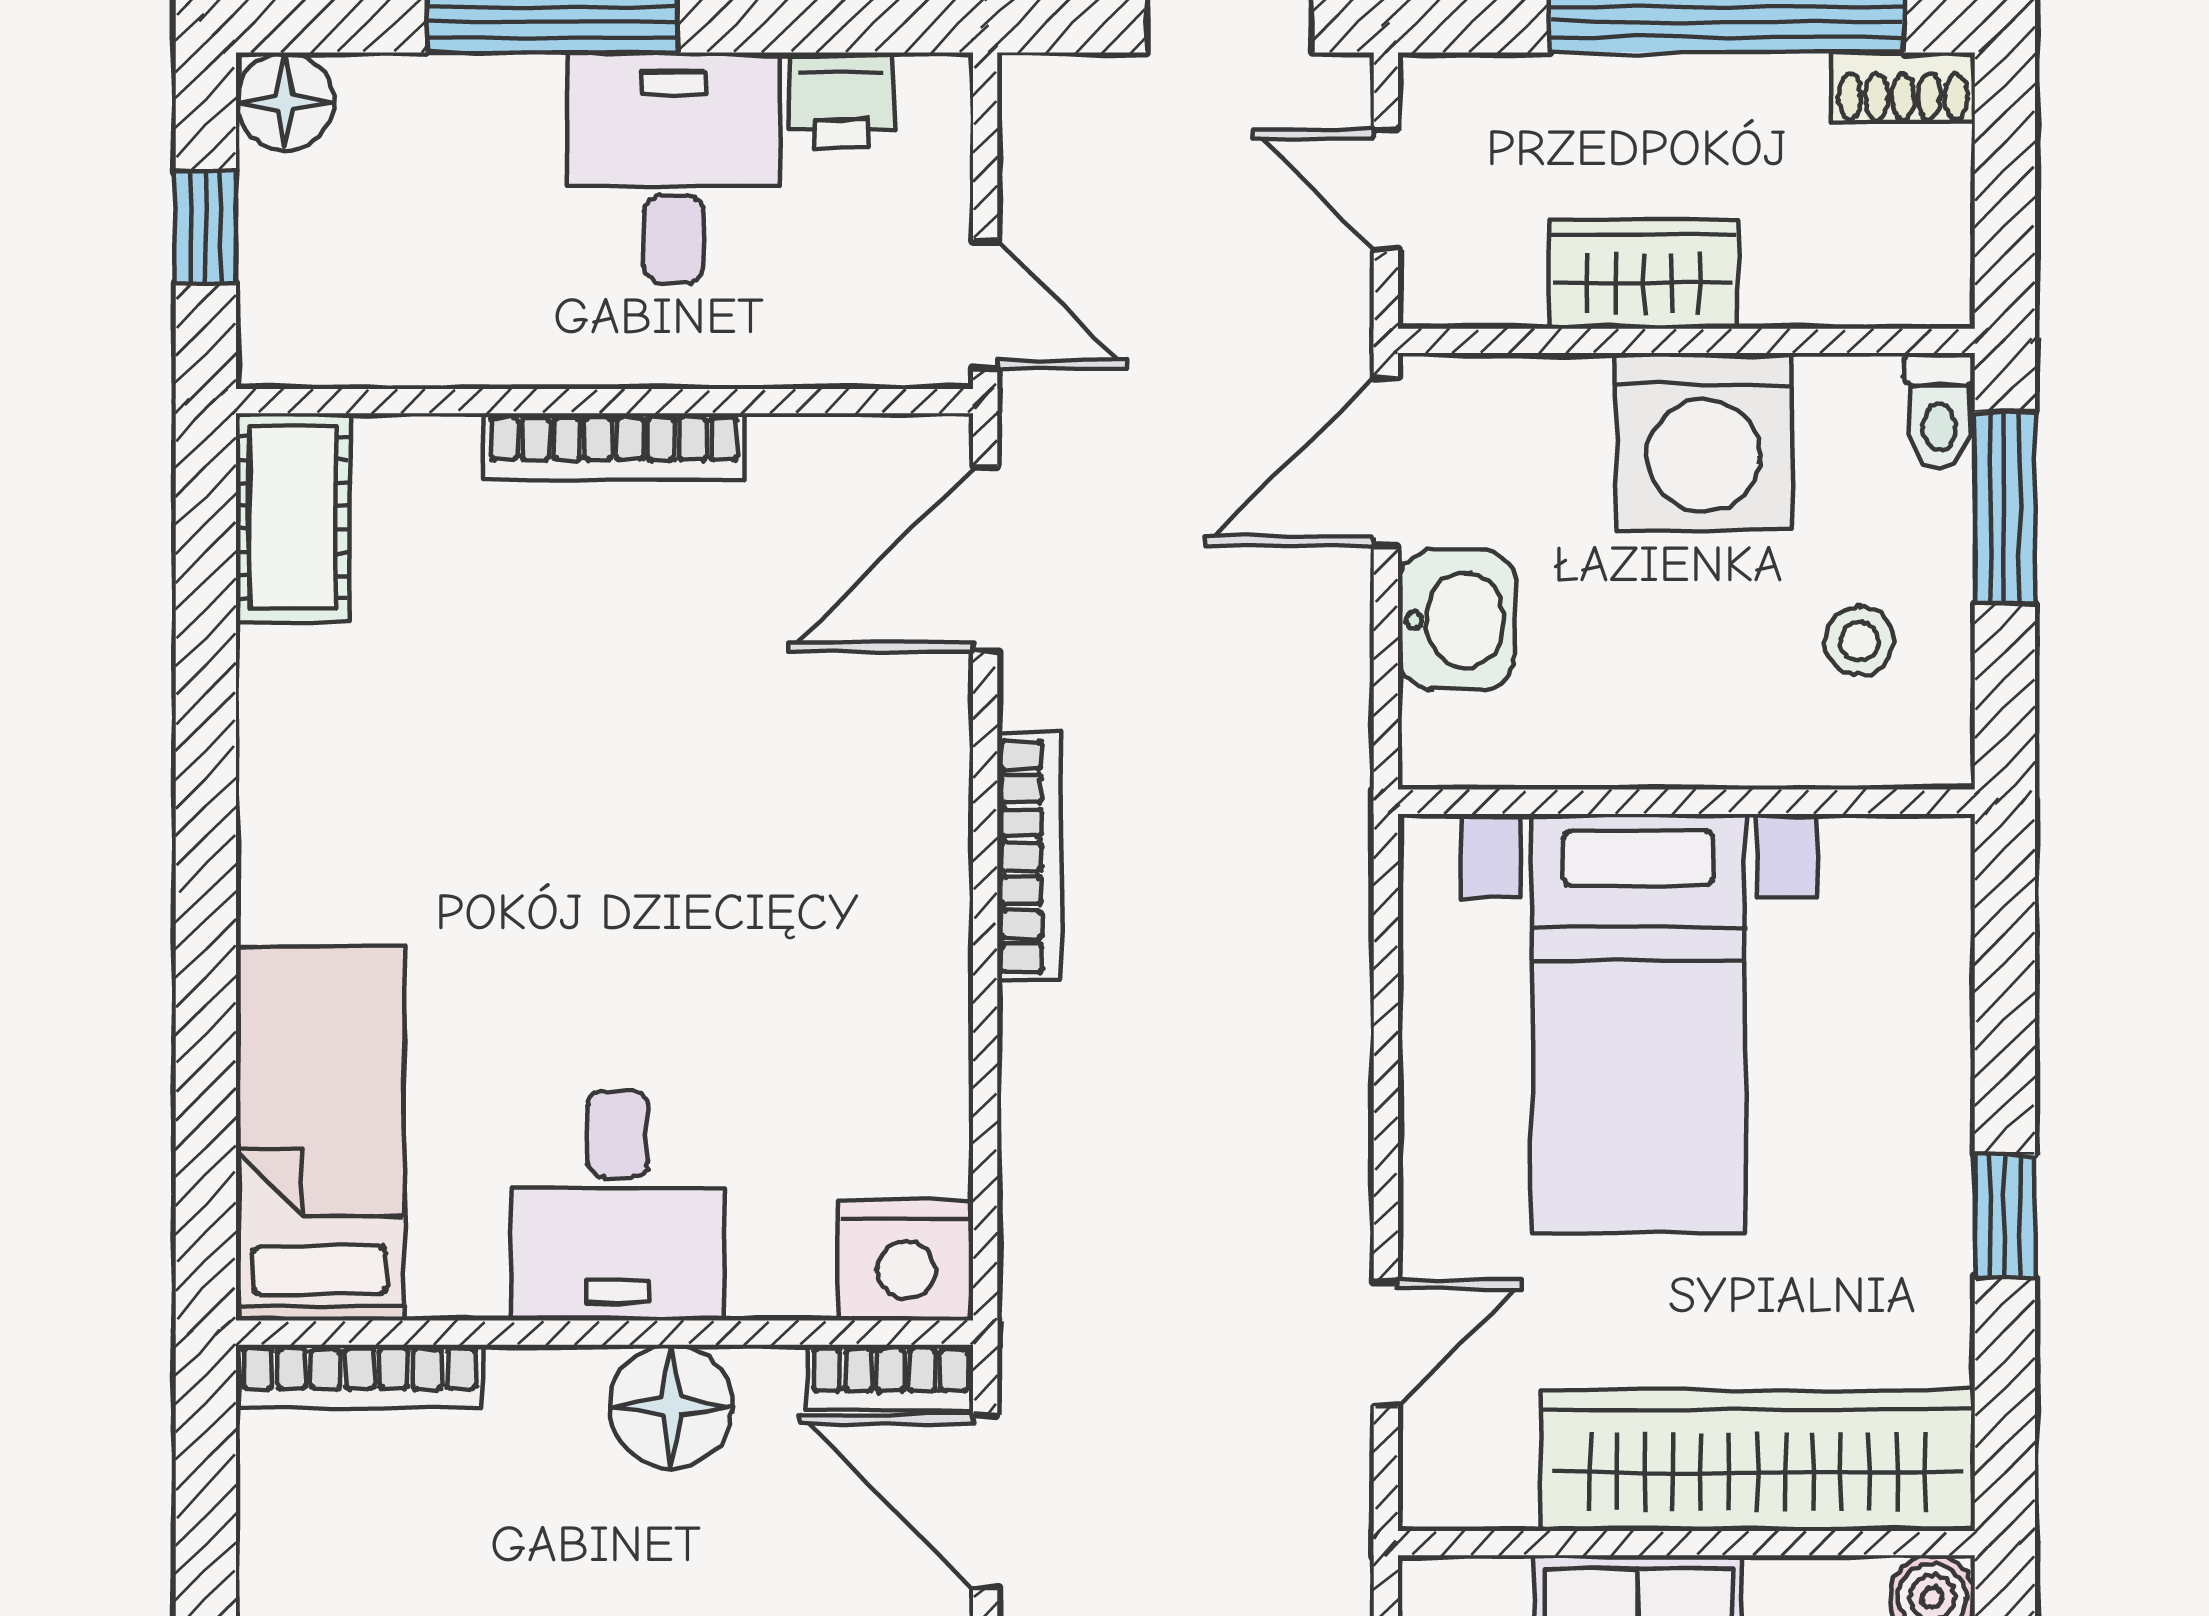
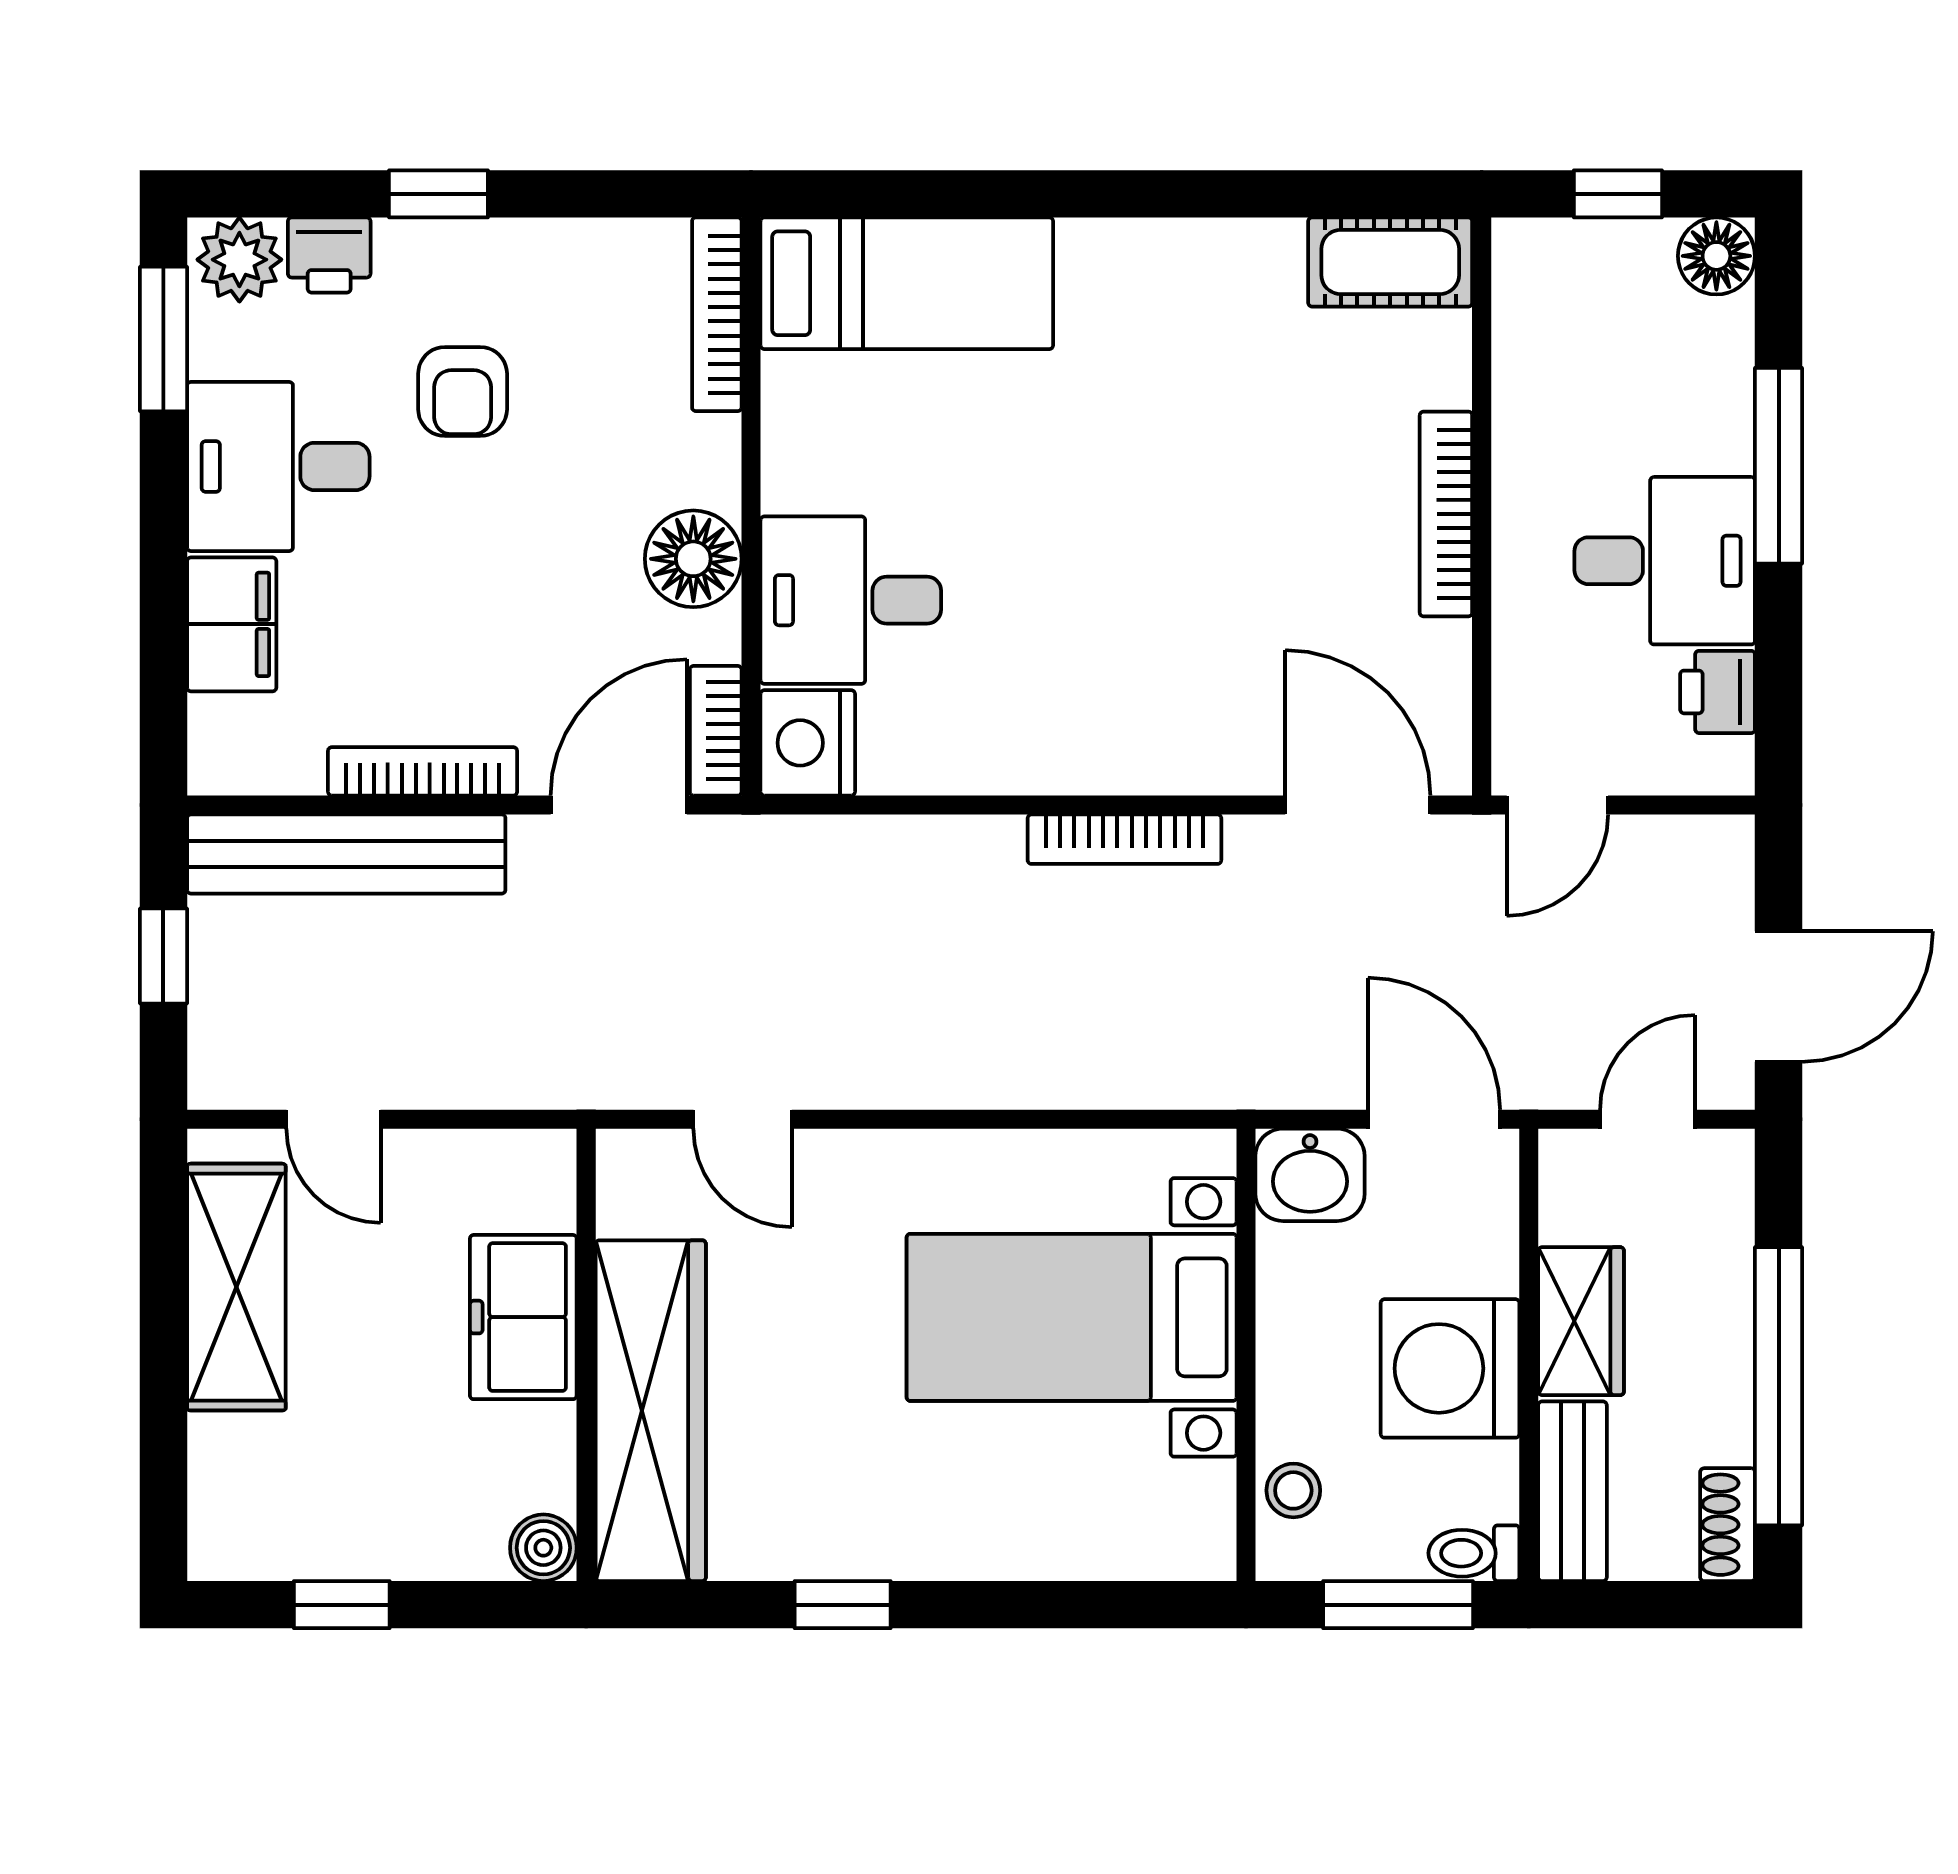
bench: (1860, 285) -> (1572, 1491), added
wall: (1686, 802) -> (1246, 1355), moved
bed with nightstands: (1639, 1024) -> (1072, 1317), moved
desk: (618, 1205) -> (851, 600), moved

